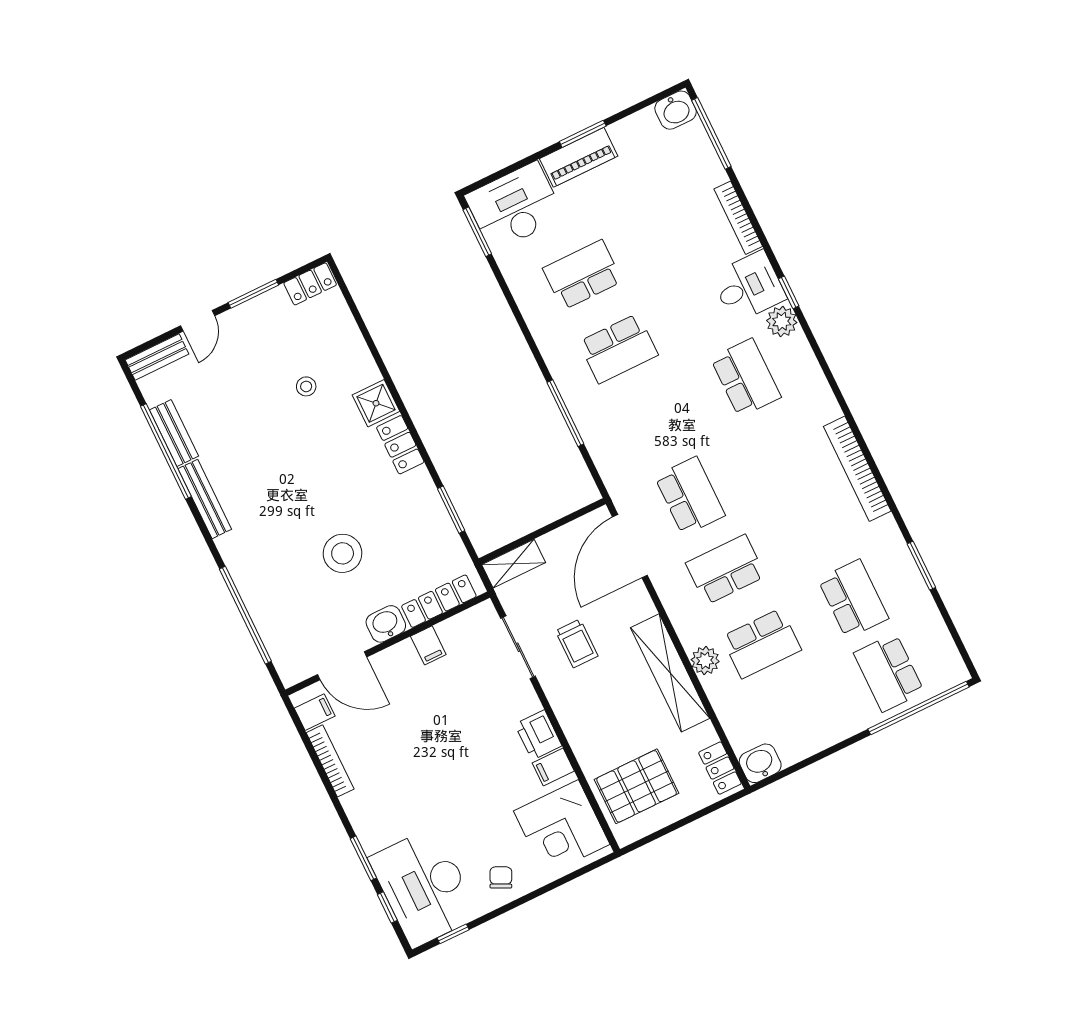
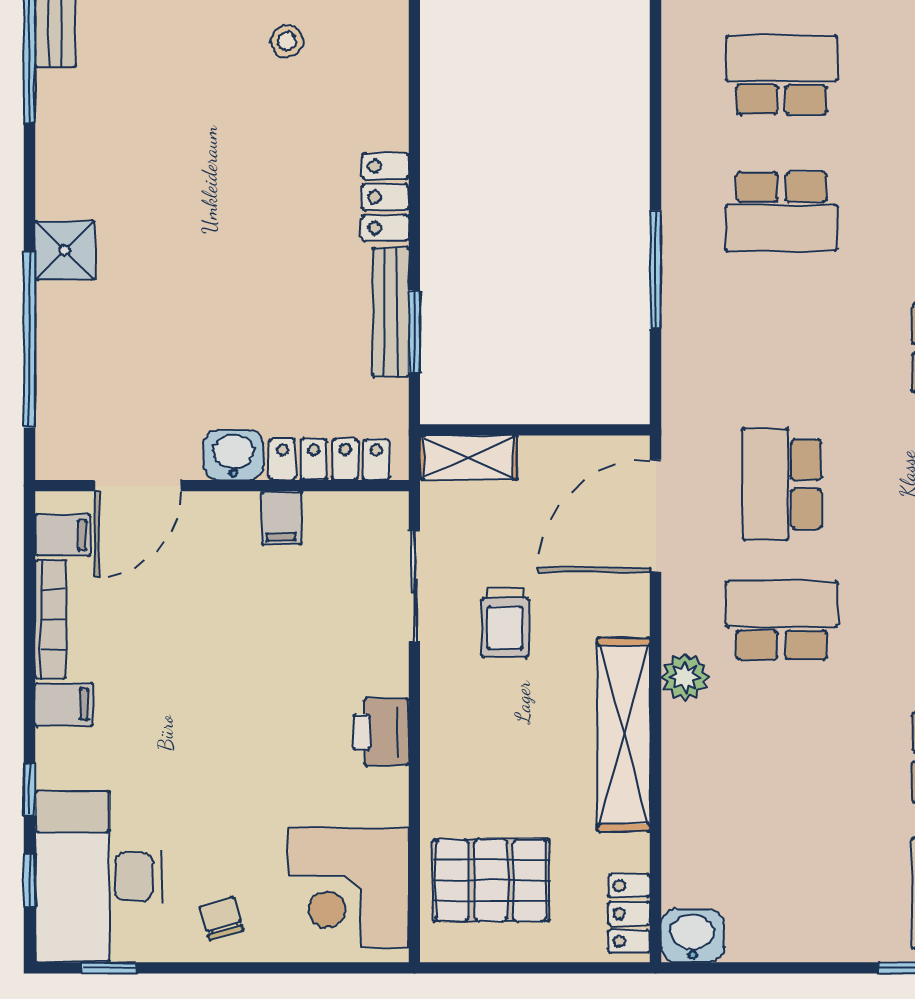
shower: (376, 403) -> (65, 250), moved
school desk: (690, 496) -> (782, 484), turned 180
bench: (205, 499) -> (391, 312), moved
stool: (343, 553) -> (220, 318), removed
school desk: (761, 643) -> (782, 757), removed
plant: (705, 661) -> (685, 677), moved
door: (342, 666) -> (138, 486), hinge flipped
filing cabinet: (553, 767) -> (64, 704), moved, turned 180
window: (363, 858) -> (29, 789), width x0.67
chair: (501, 877) -> (221, 918), turned -43

